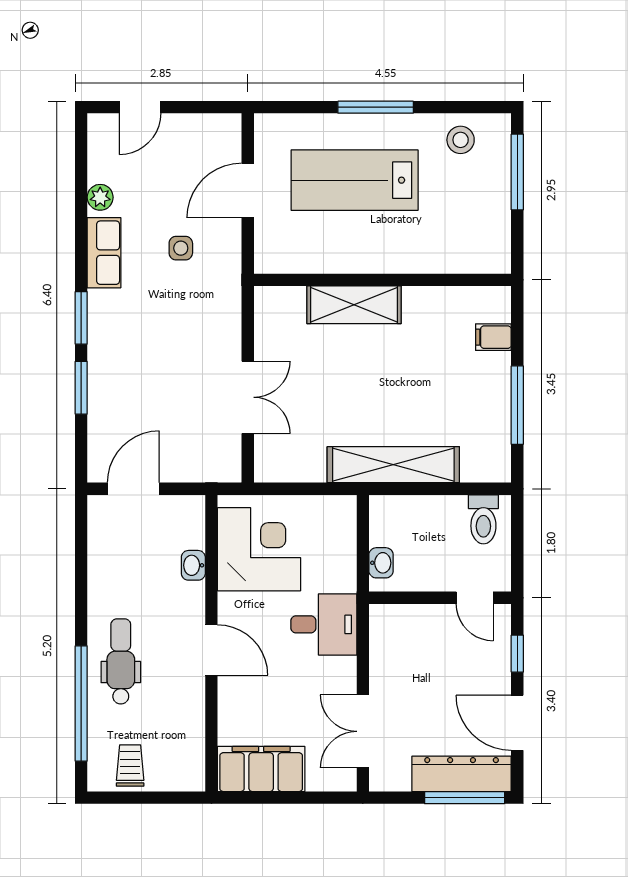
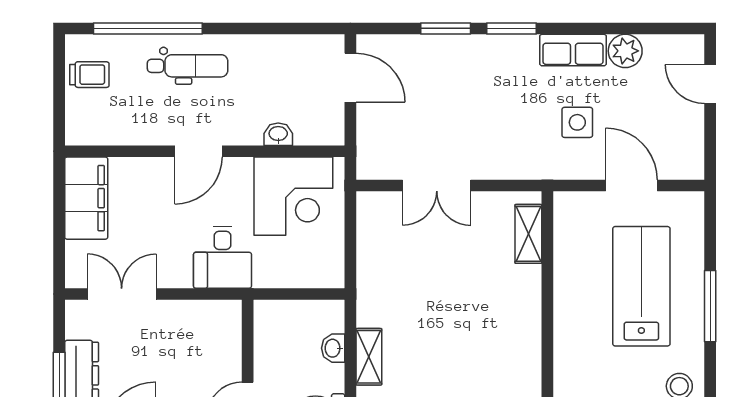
plant: (100, 197) -> (625, 51), width x1.38, depth x1.38
side table: (181, 248) -> (577, 122), width x1.37, depth x1.37
shelving: (354, 305) -> (528, 234), moved, width x0.67, depth x0.75
shelving: (393, 465) -> (369, 357), width x0.45, depth x0.75
washbasin: (381, 563) -> (333, 348), moved, turned 90

